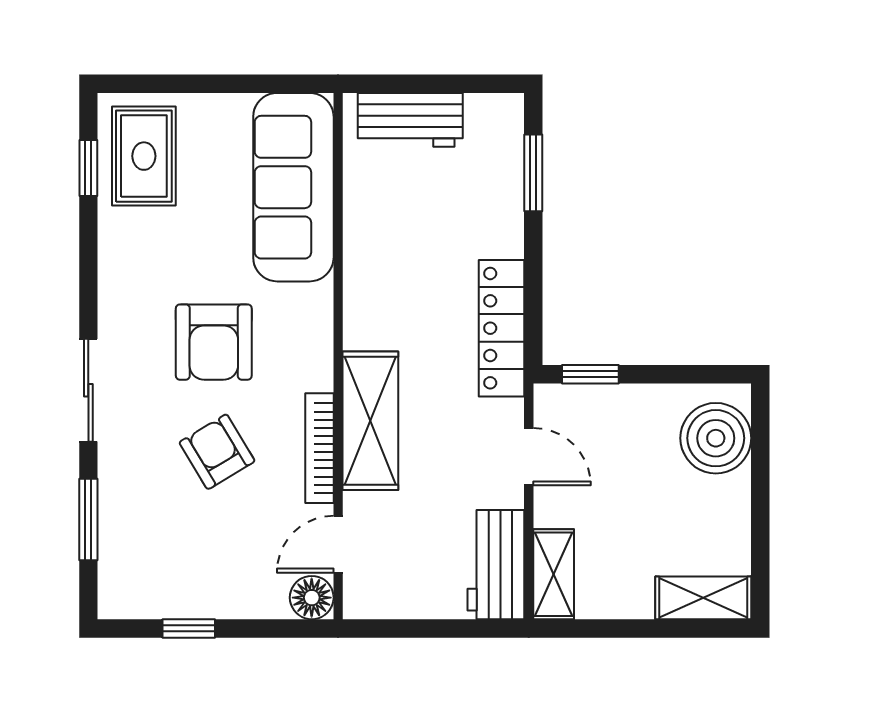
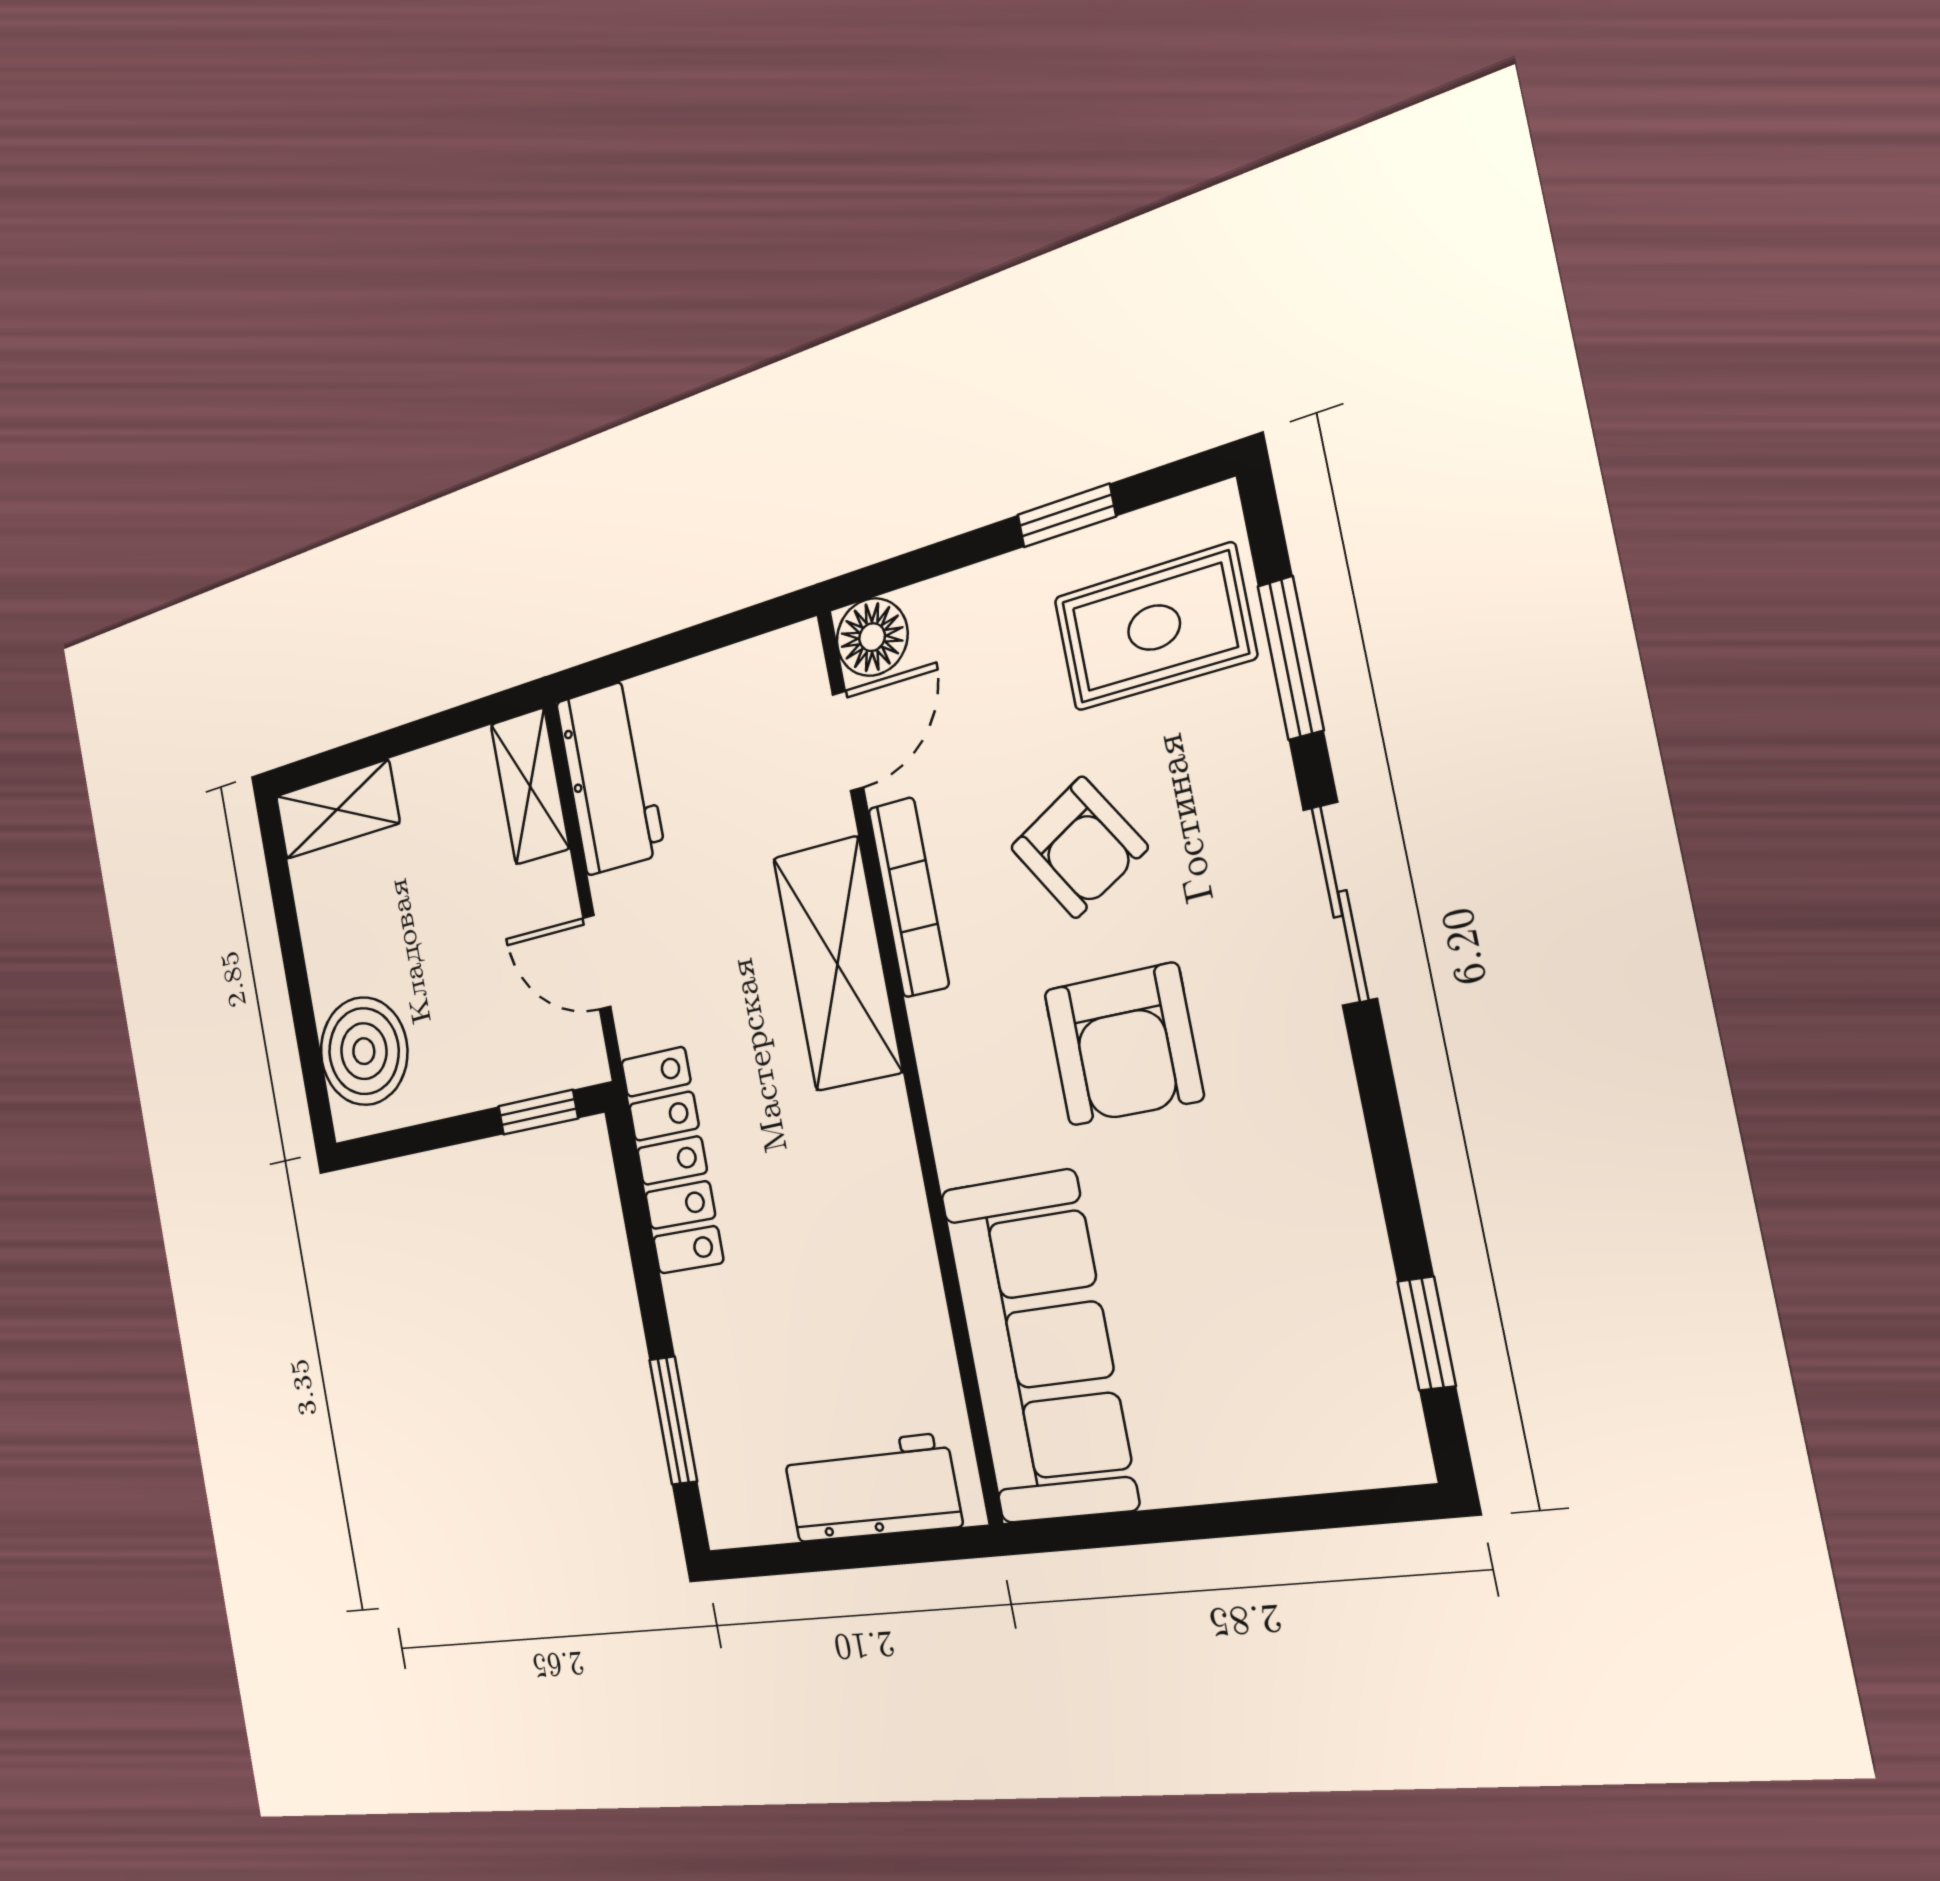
rug: (144, 156) -> (1154, 628), moved, turned 90
armchair: (214, 342) -> (1123, 1045), turned 180

